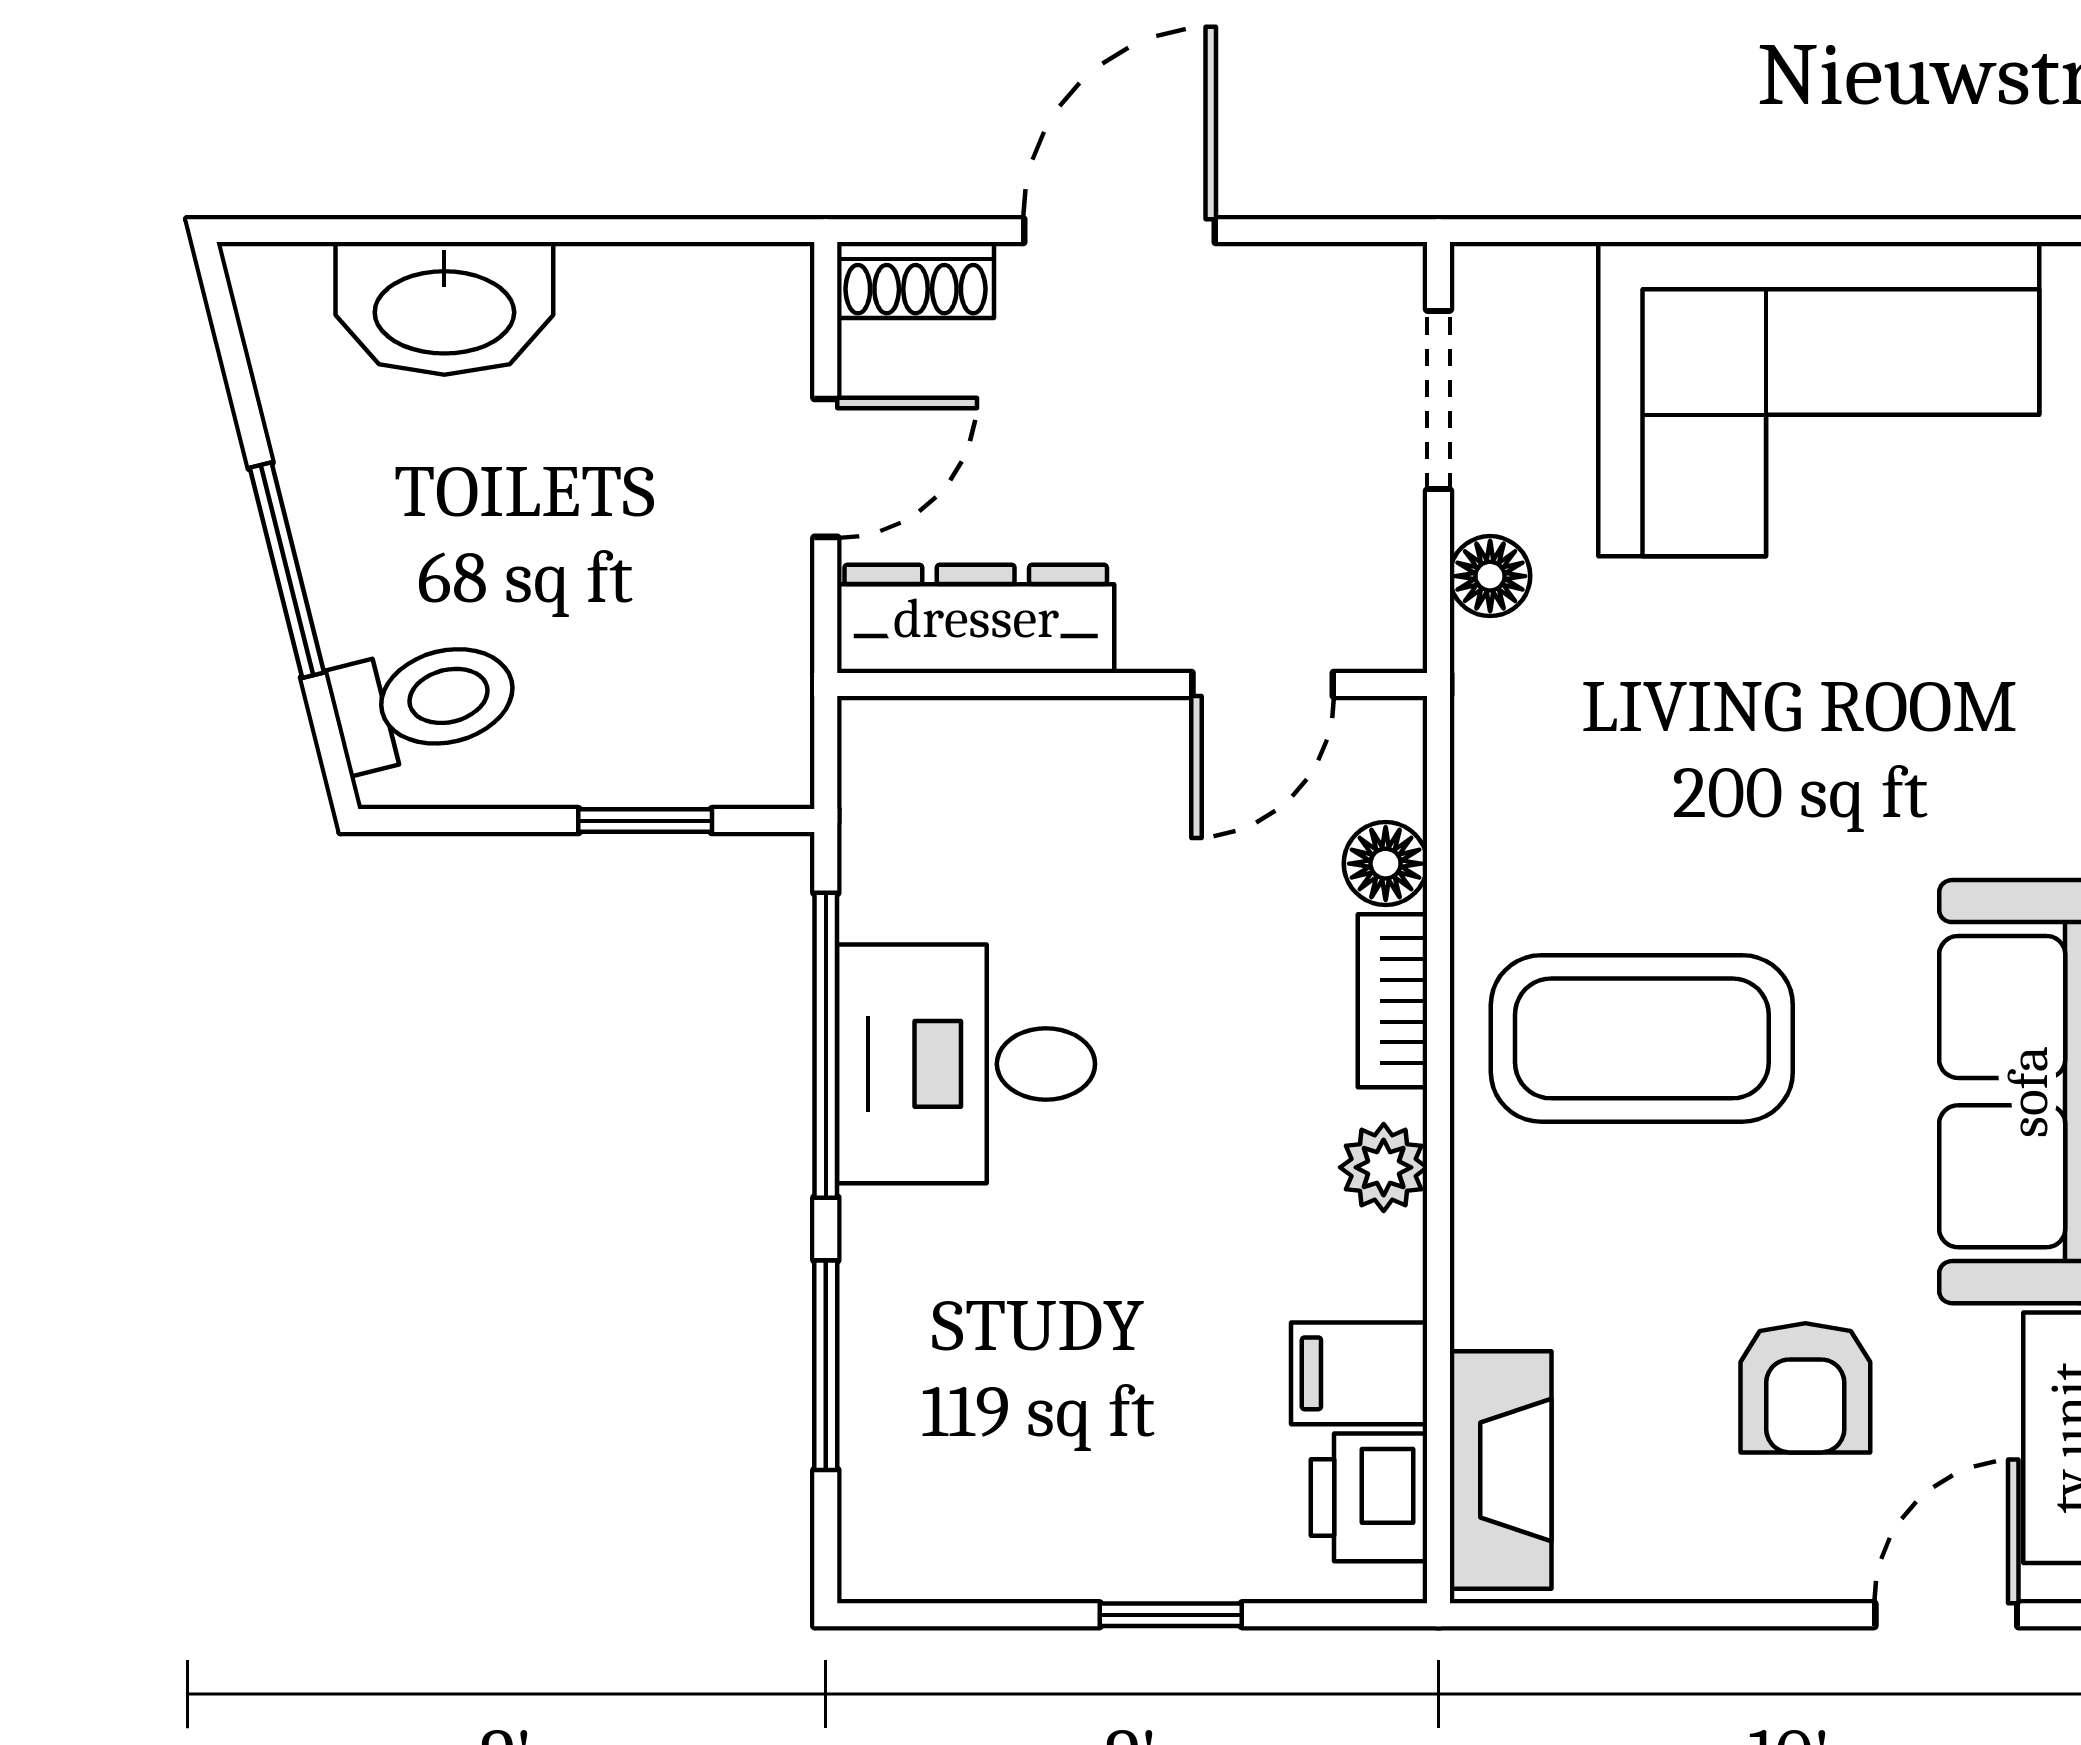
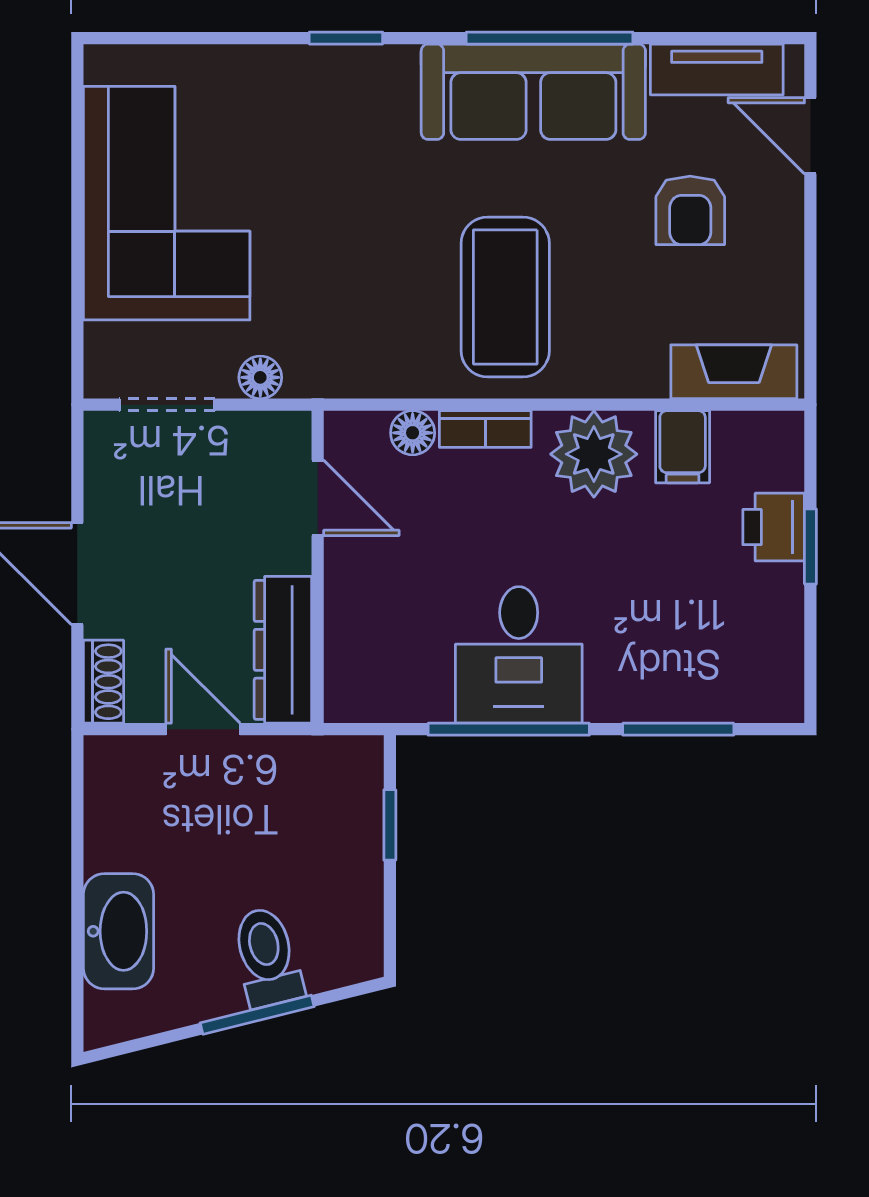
toilet: (424, 702) -> (267, 957), moved
plant: (1384, 1167) -> (594, 454), width x1.88, depth x1.88
armchair: (1805, 1388) -> (690, 210), turned 90
printer: (1369, 1497) -> (774, 527), moved, turned 90

